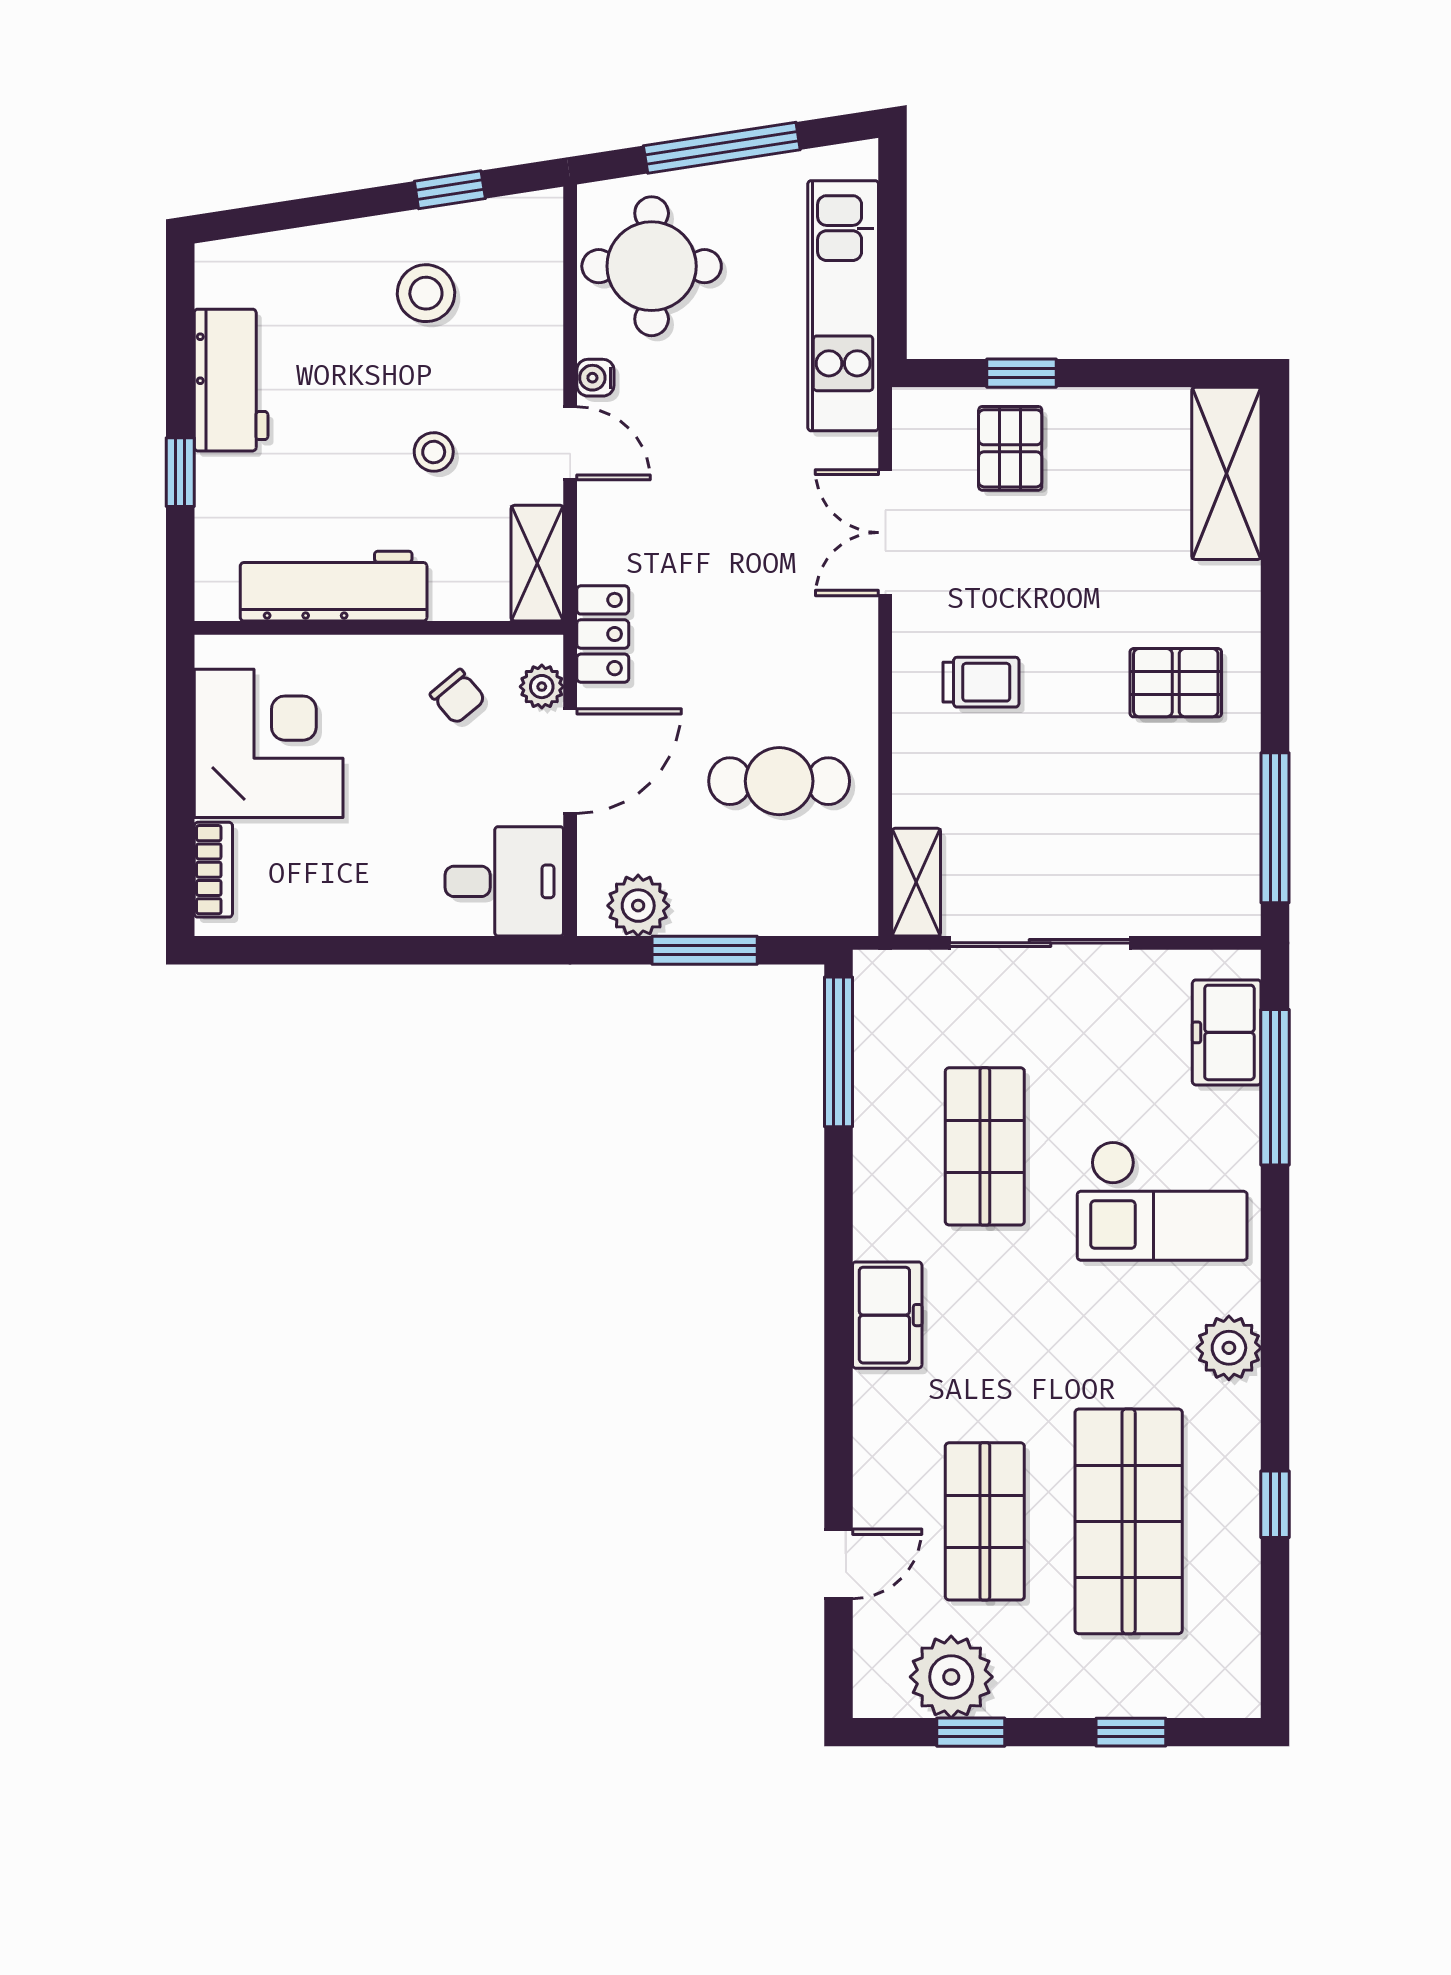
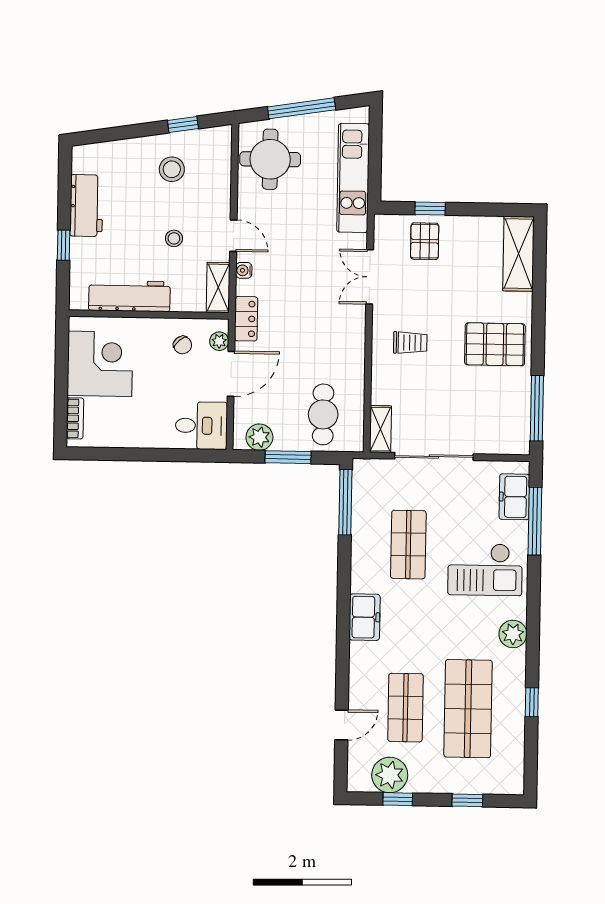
water cooler: (595, 378) -> (244, 270), moved
pallet: (1176, 683) -> (495, 344), width x1.50, depth x1.42
cafe table: (779, 781) -> (323, 414), moved, turned 90

